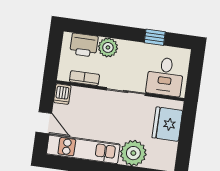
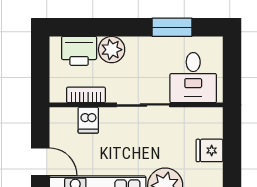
window: (155, 37) -> (172, 27), width x1.50
dishwasher: (62, 94) -> (88, 120), moved
fridge: (167, 124) -> (209, 150), width x0.53, depth x0.75

